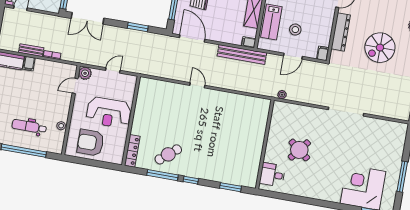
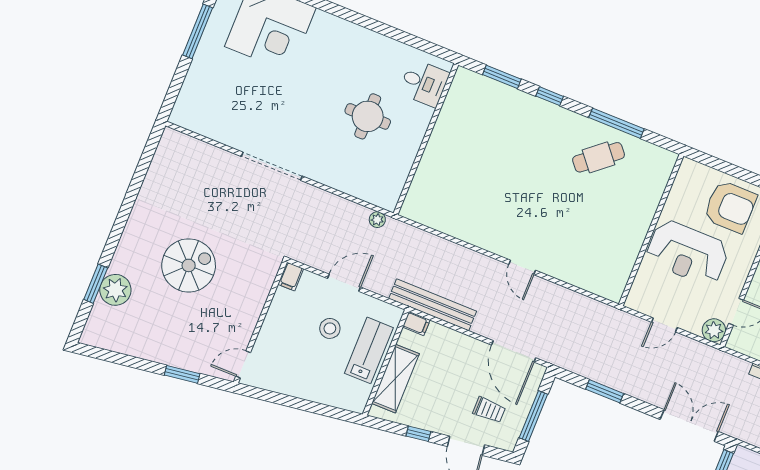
dresser: (341, 32) -> (251, 307), removed
reception desk: (109, 113) -> (687, 253), turned 180
round table: (299, 150) -> (368, 116), turned -38
locker: (132, 151) -> (660, 177), removed
window: (191, 180) -> (550, 96), moved

